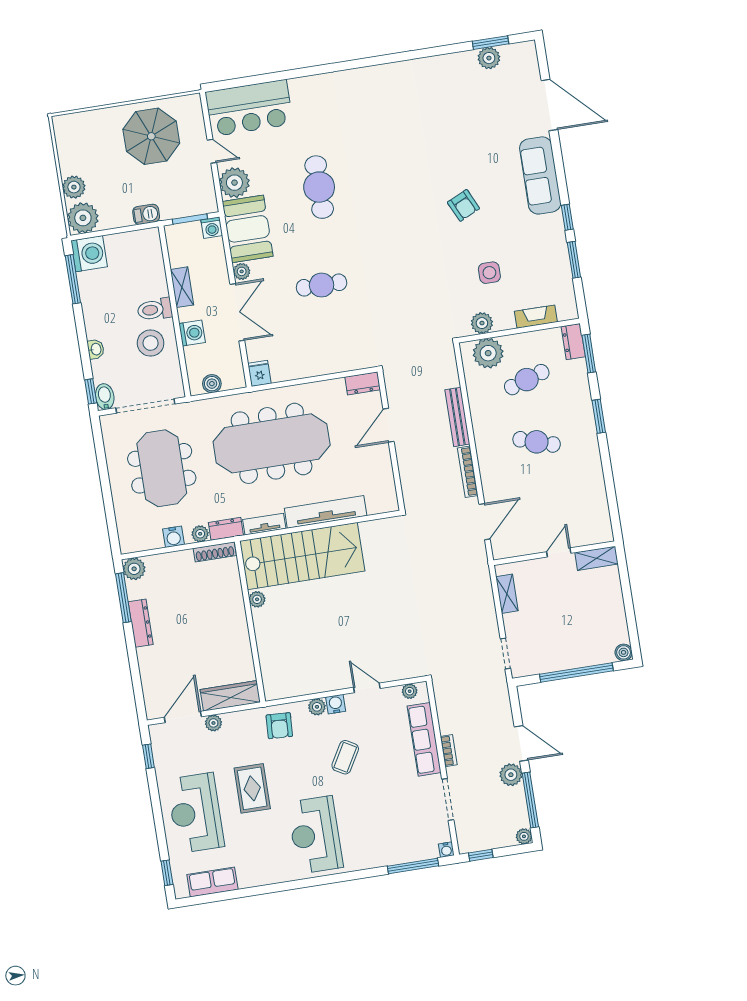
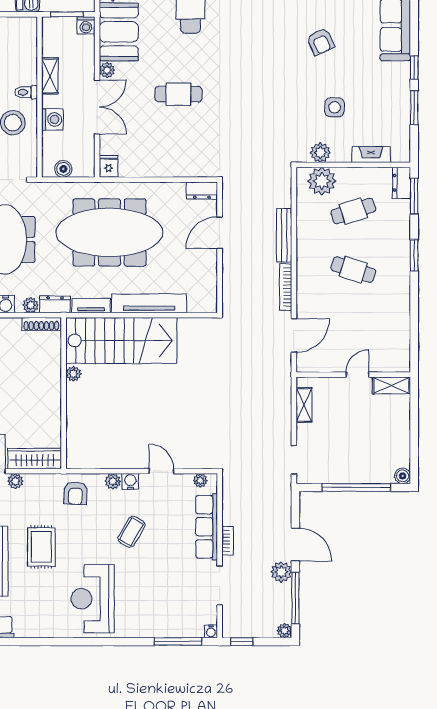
toilet: (155, 309) -> (26, 92), width x0.73, depth x0.72

